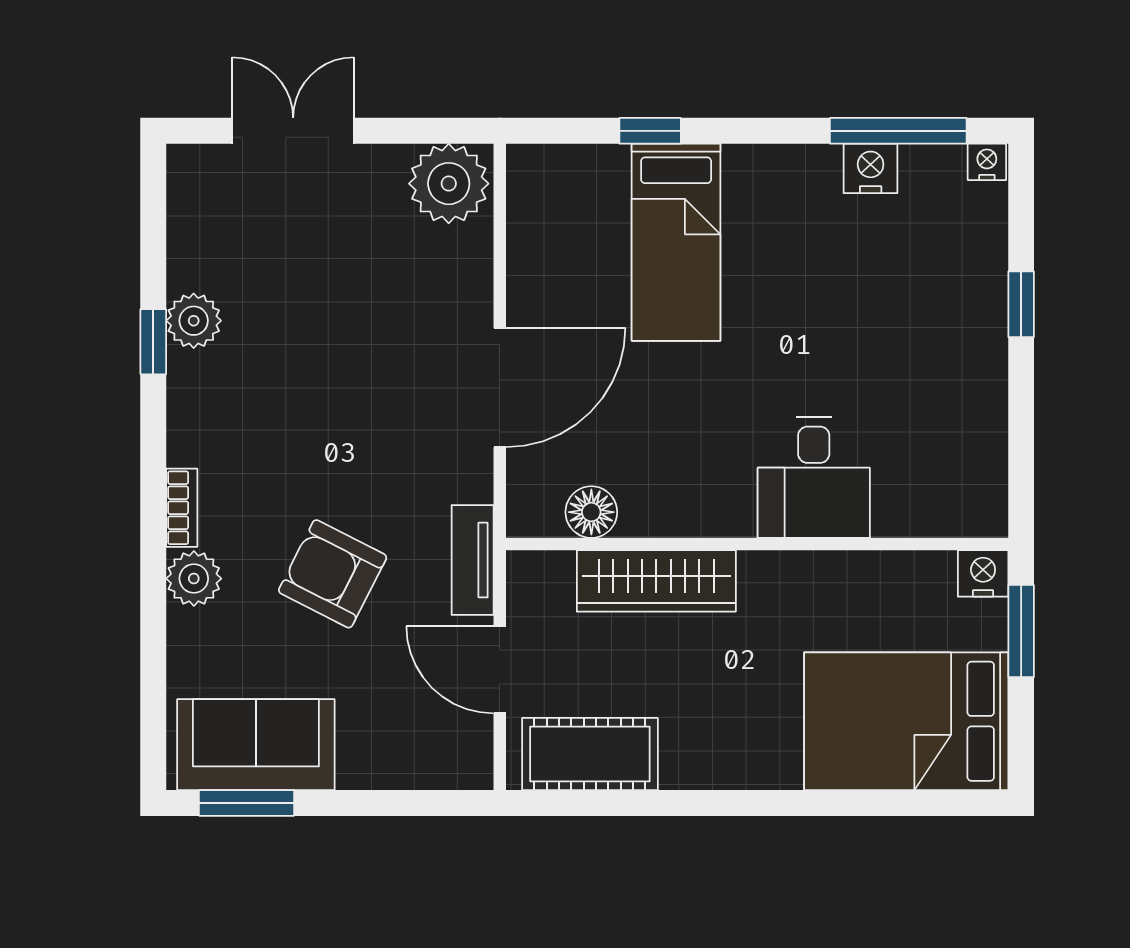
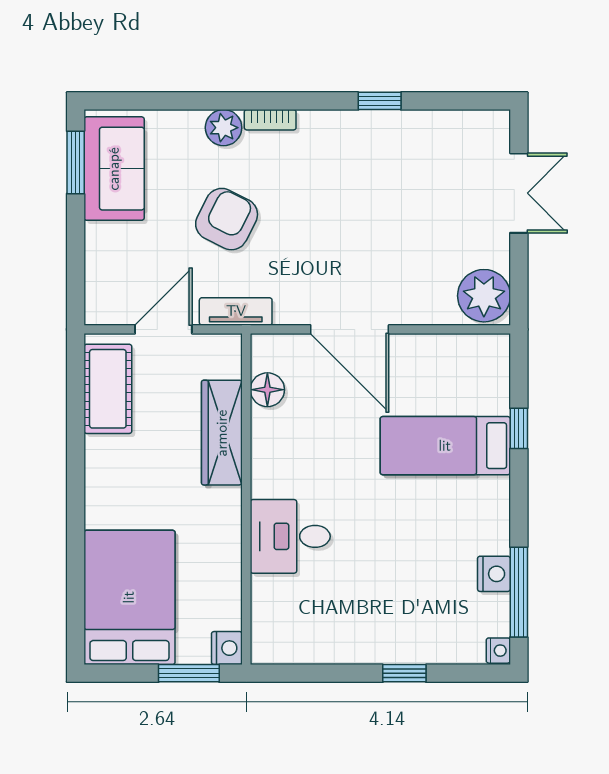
plant: (194, 321) -> (394, 128), removed

